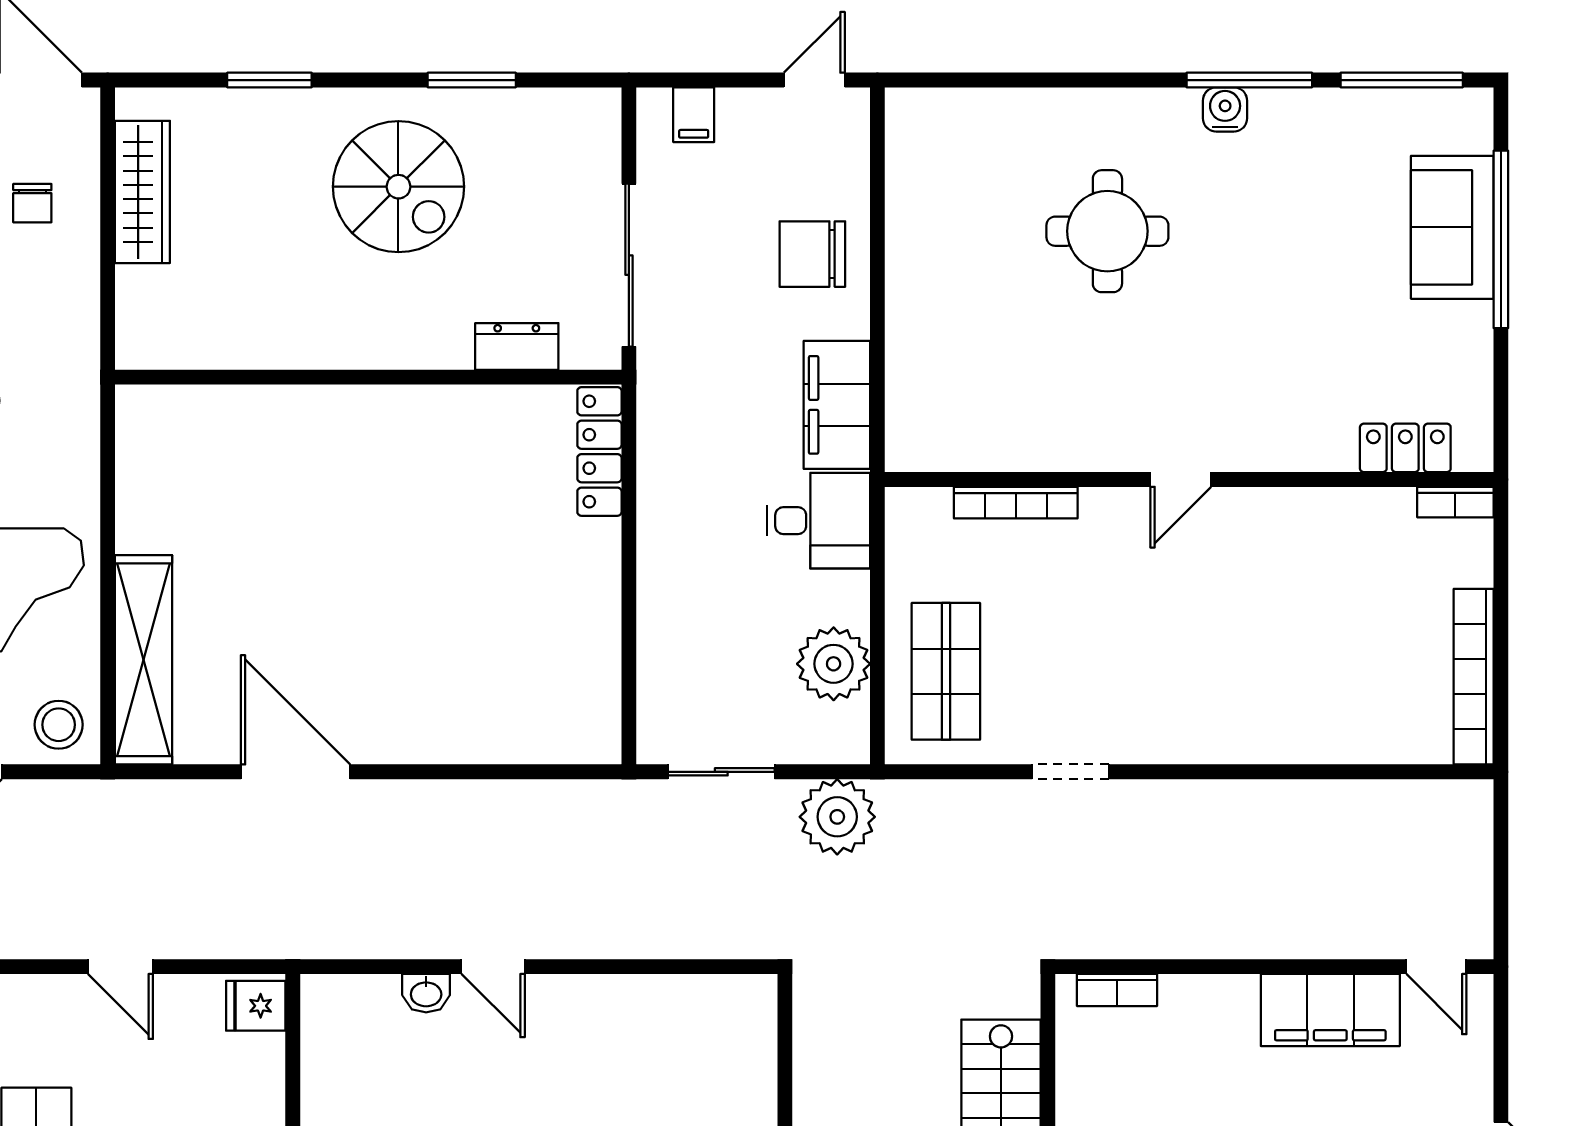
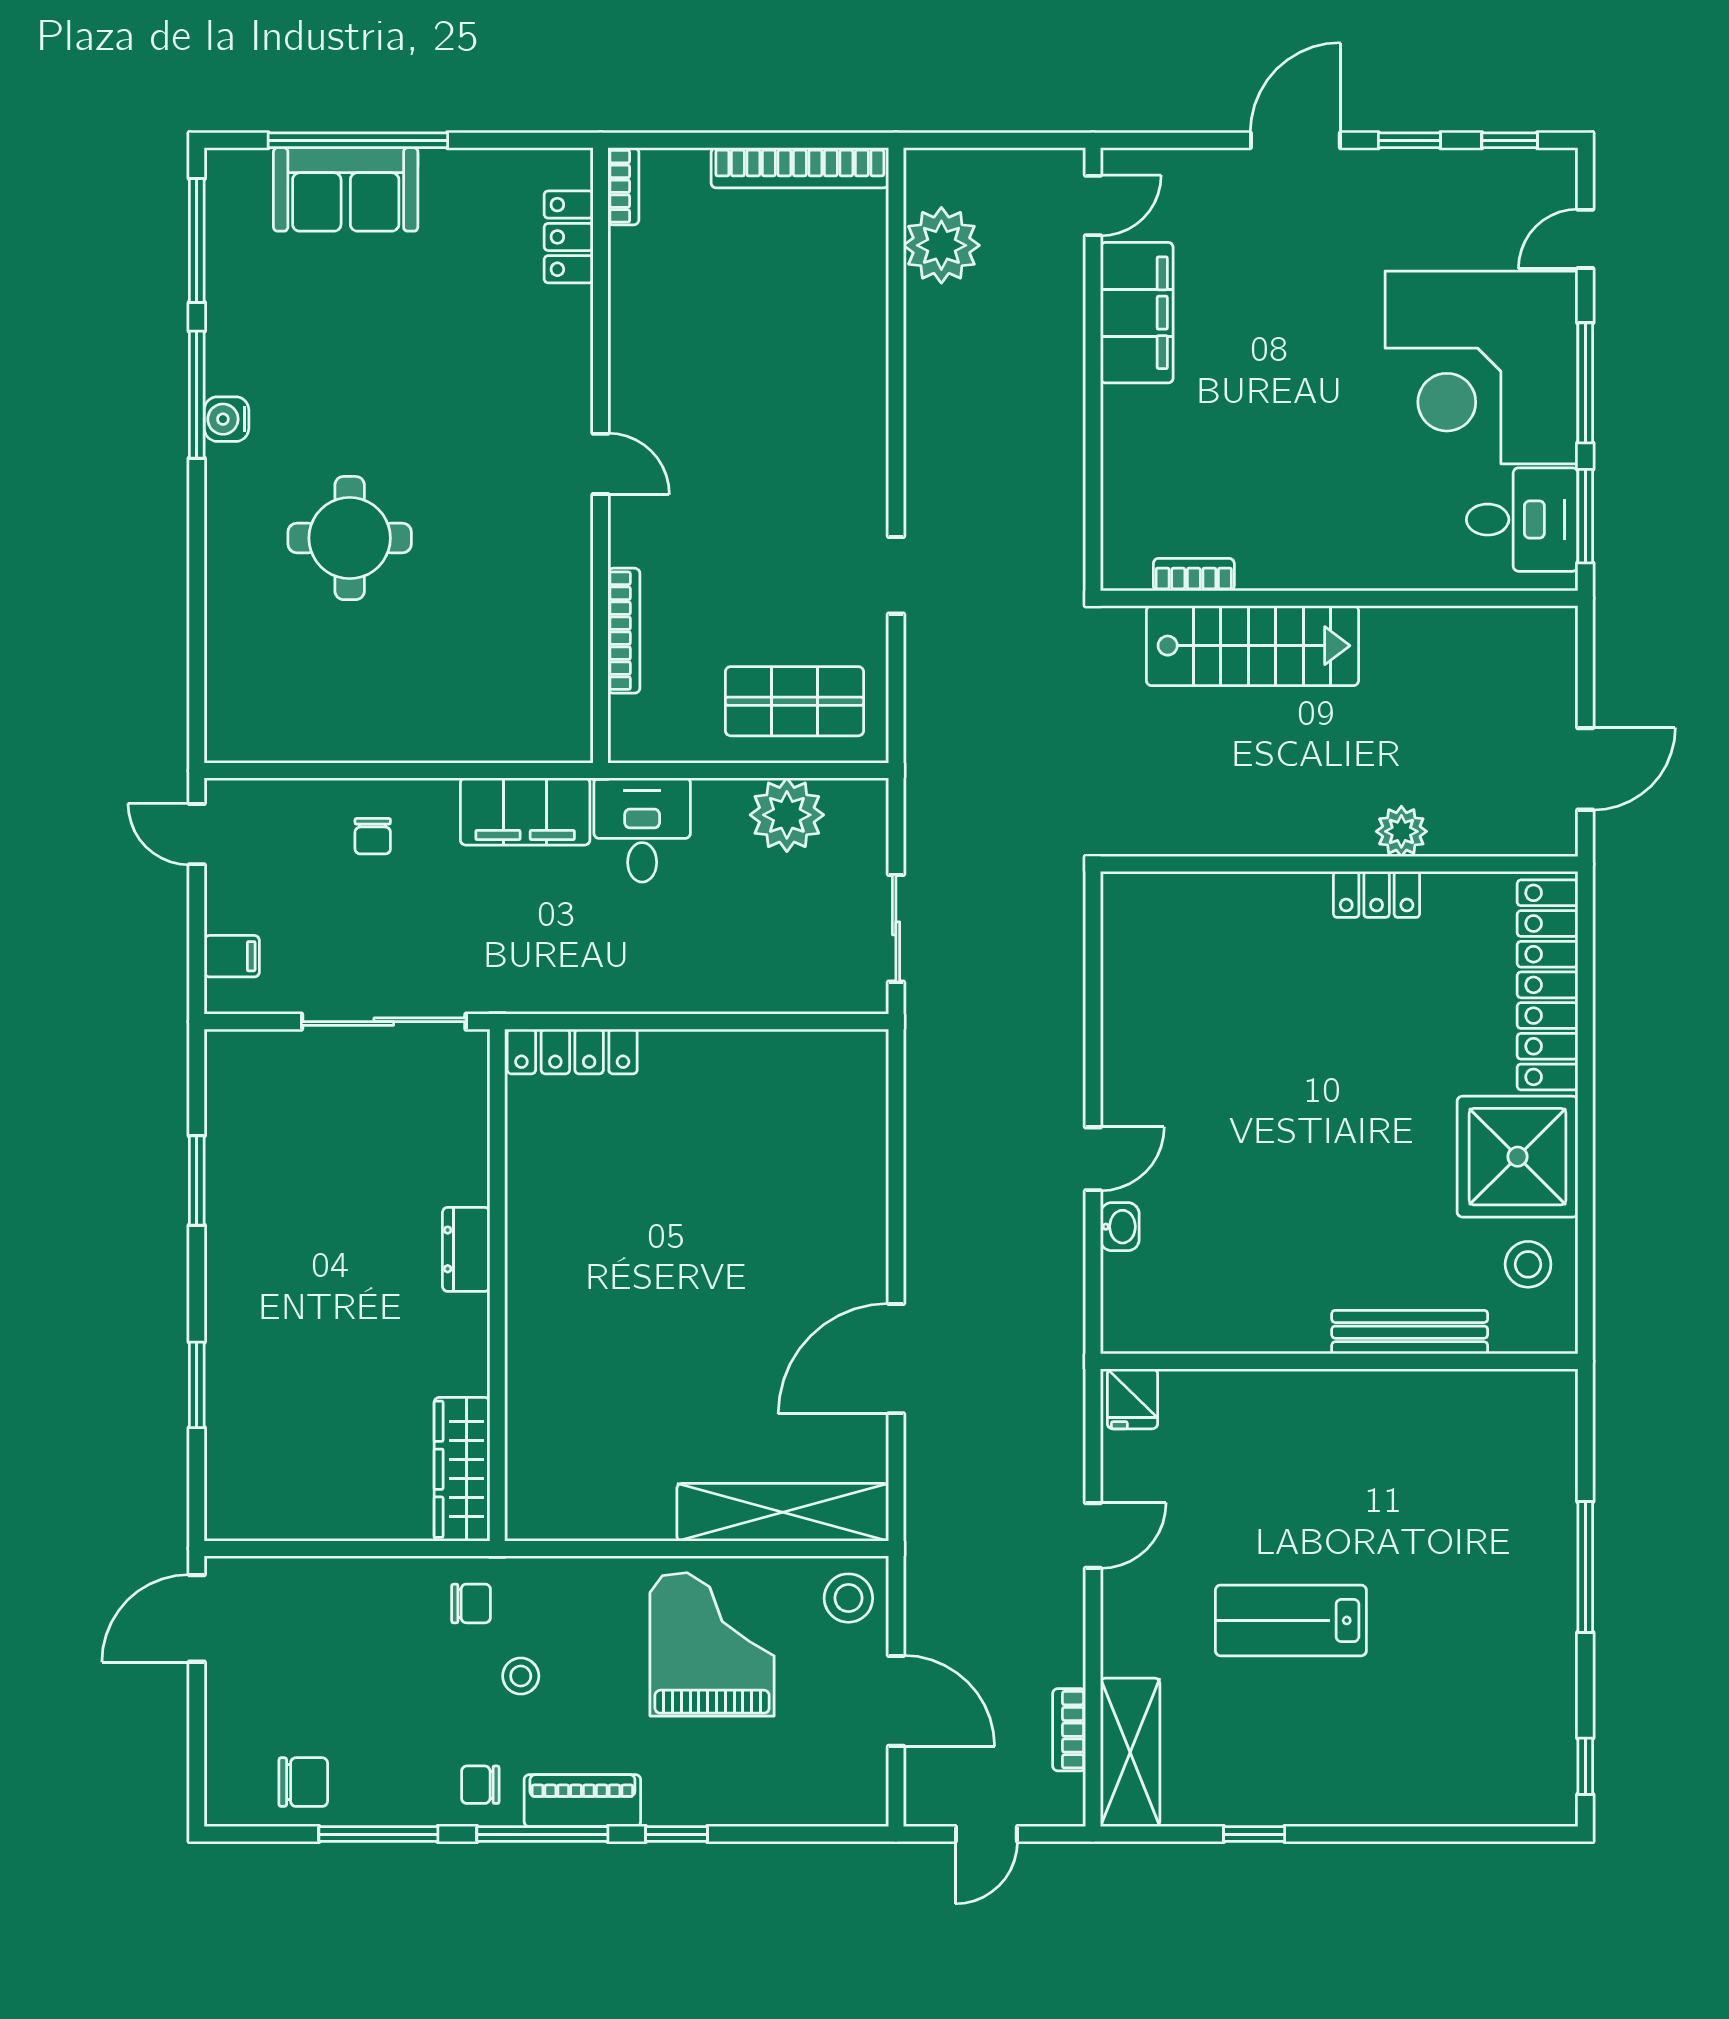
spiral stairs: (398, 187) -> (305, 1255), removed
wardrobe: (142, 192) -> (462, 1469), moved, turned -90
chair: (32, 203) -> (471, 1603), moved
chair: (812, 254) -> (373, 836), width x0.54, depth x0.54
dresser: (517, 346) -> (466, 1249), moved
plant: (837, 817) -> (941, 245), moved
bookcase: (1117, 990) -> (1194, 575), moved, turned -90

